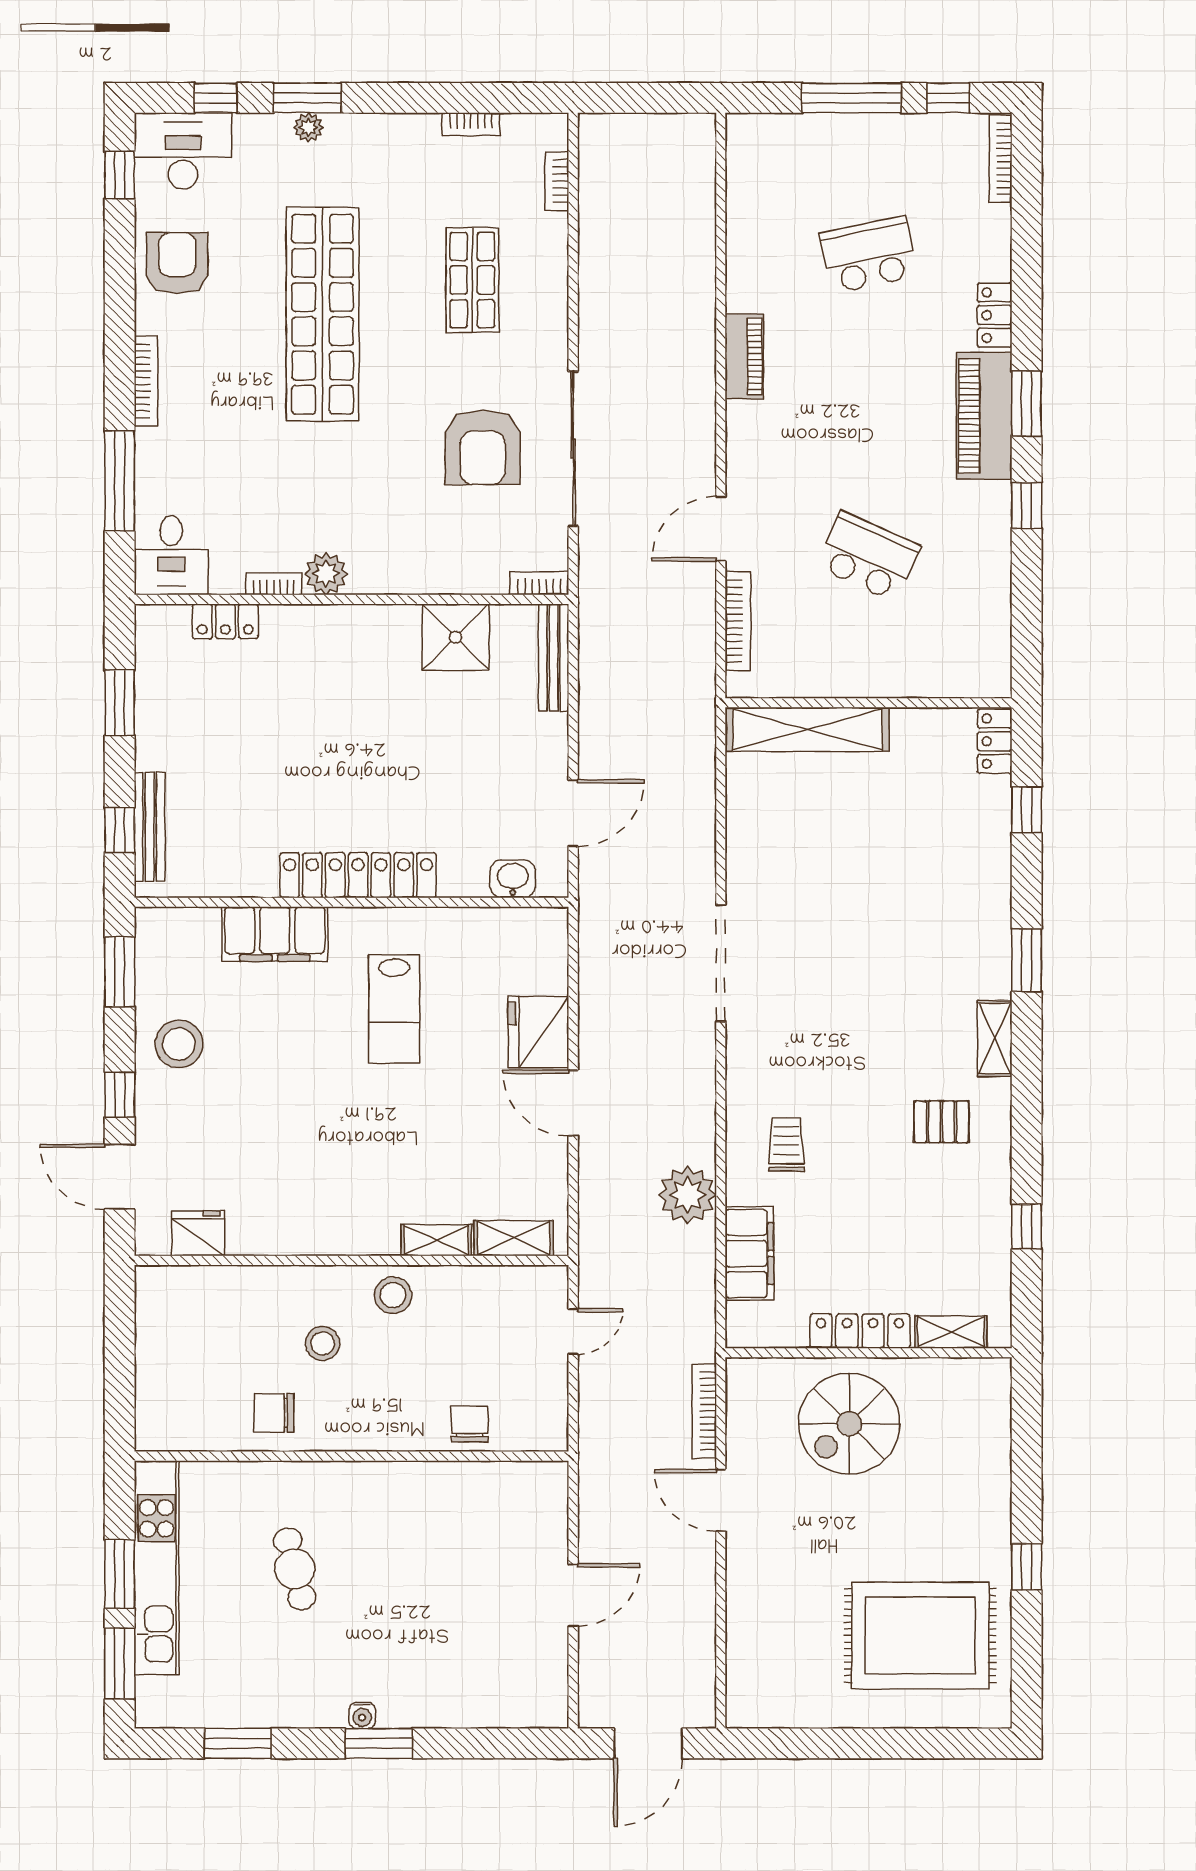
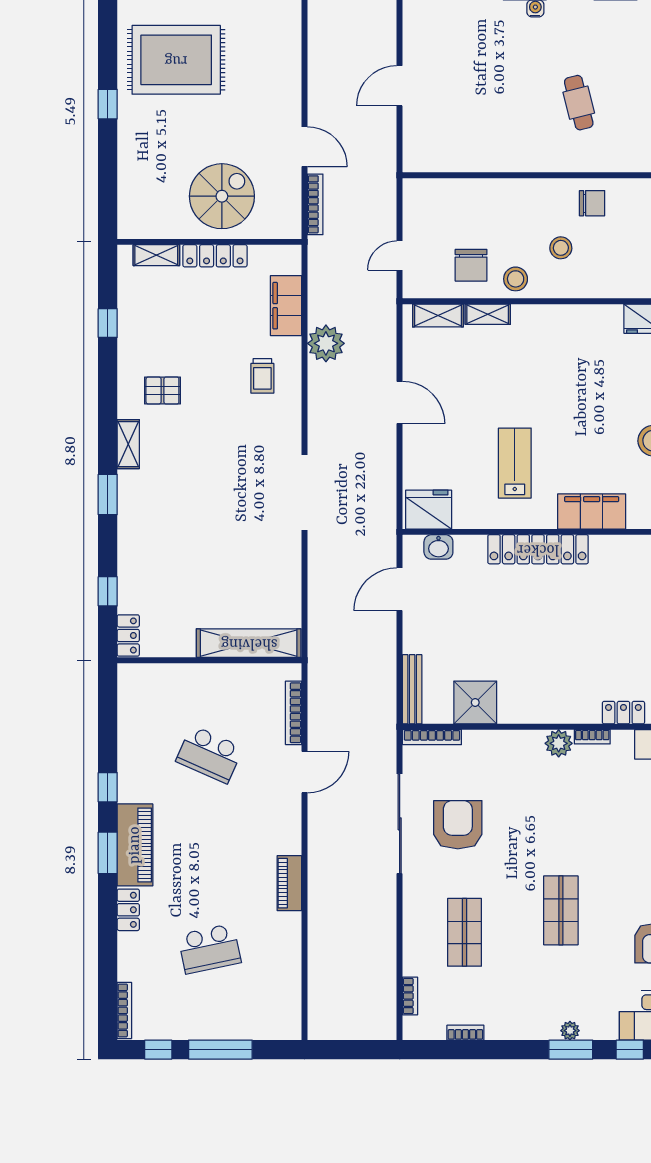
shop shelf: (323, 314) -> (561, 910), width x0.50, depth x0.74
bookcase: (539, 583) -> (432, 737), width x1.56
fridge: (538, 1032) -> (429, 510), moved, turned -90
chair: (470, 1424) -> (471, 265), moved, width x1.37, depth x1.37

